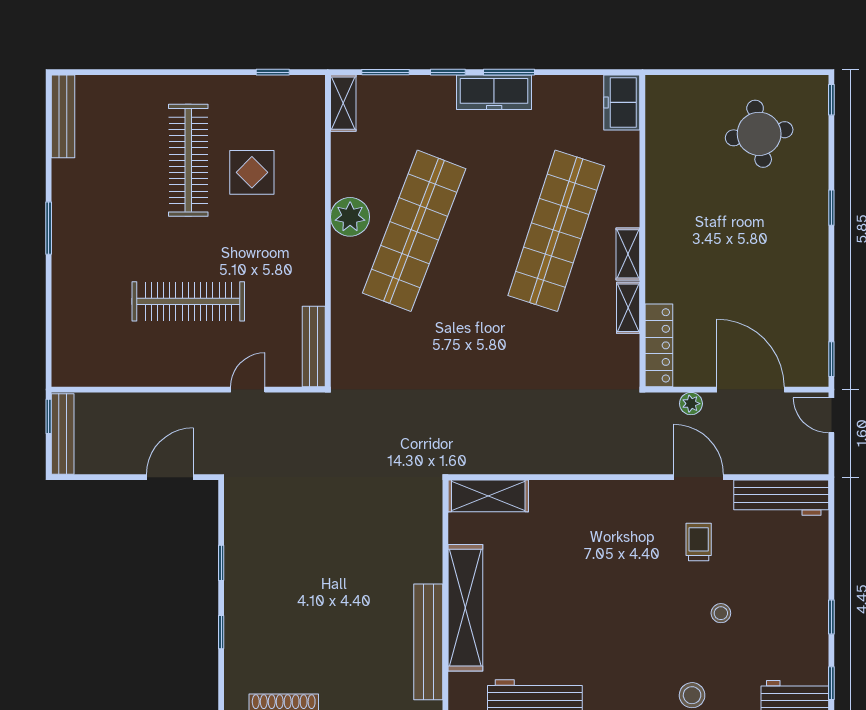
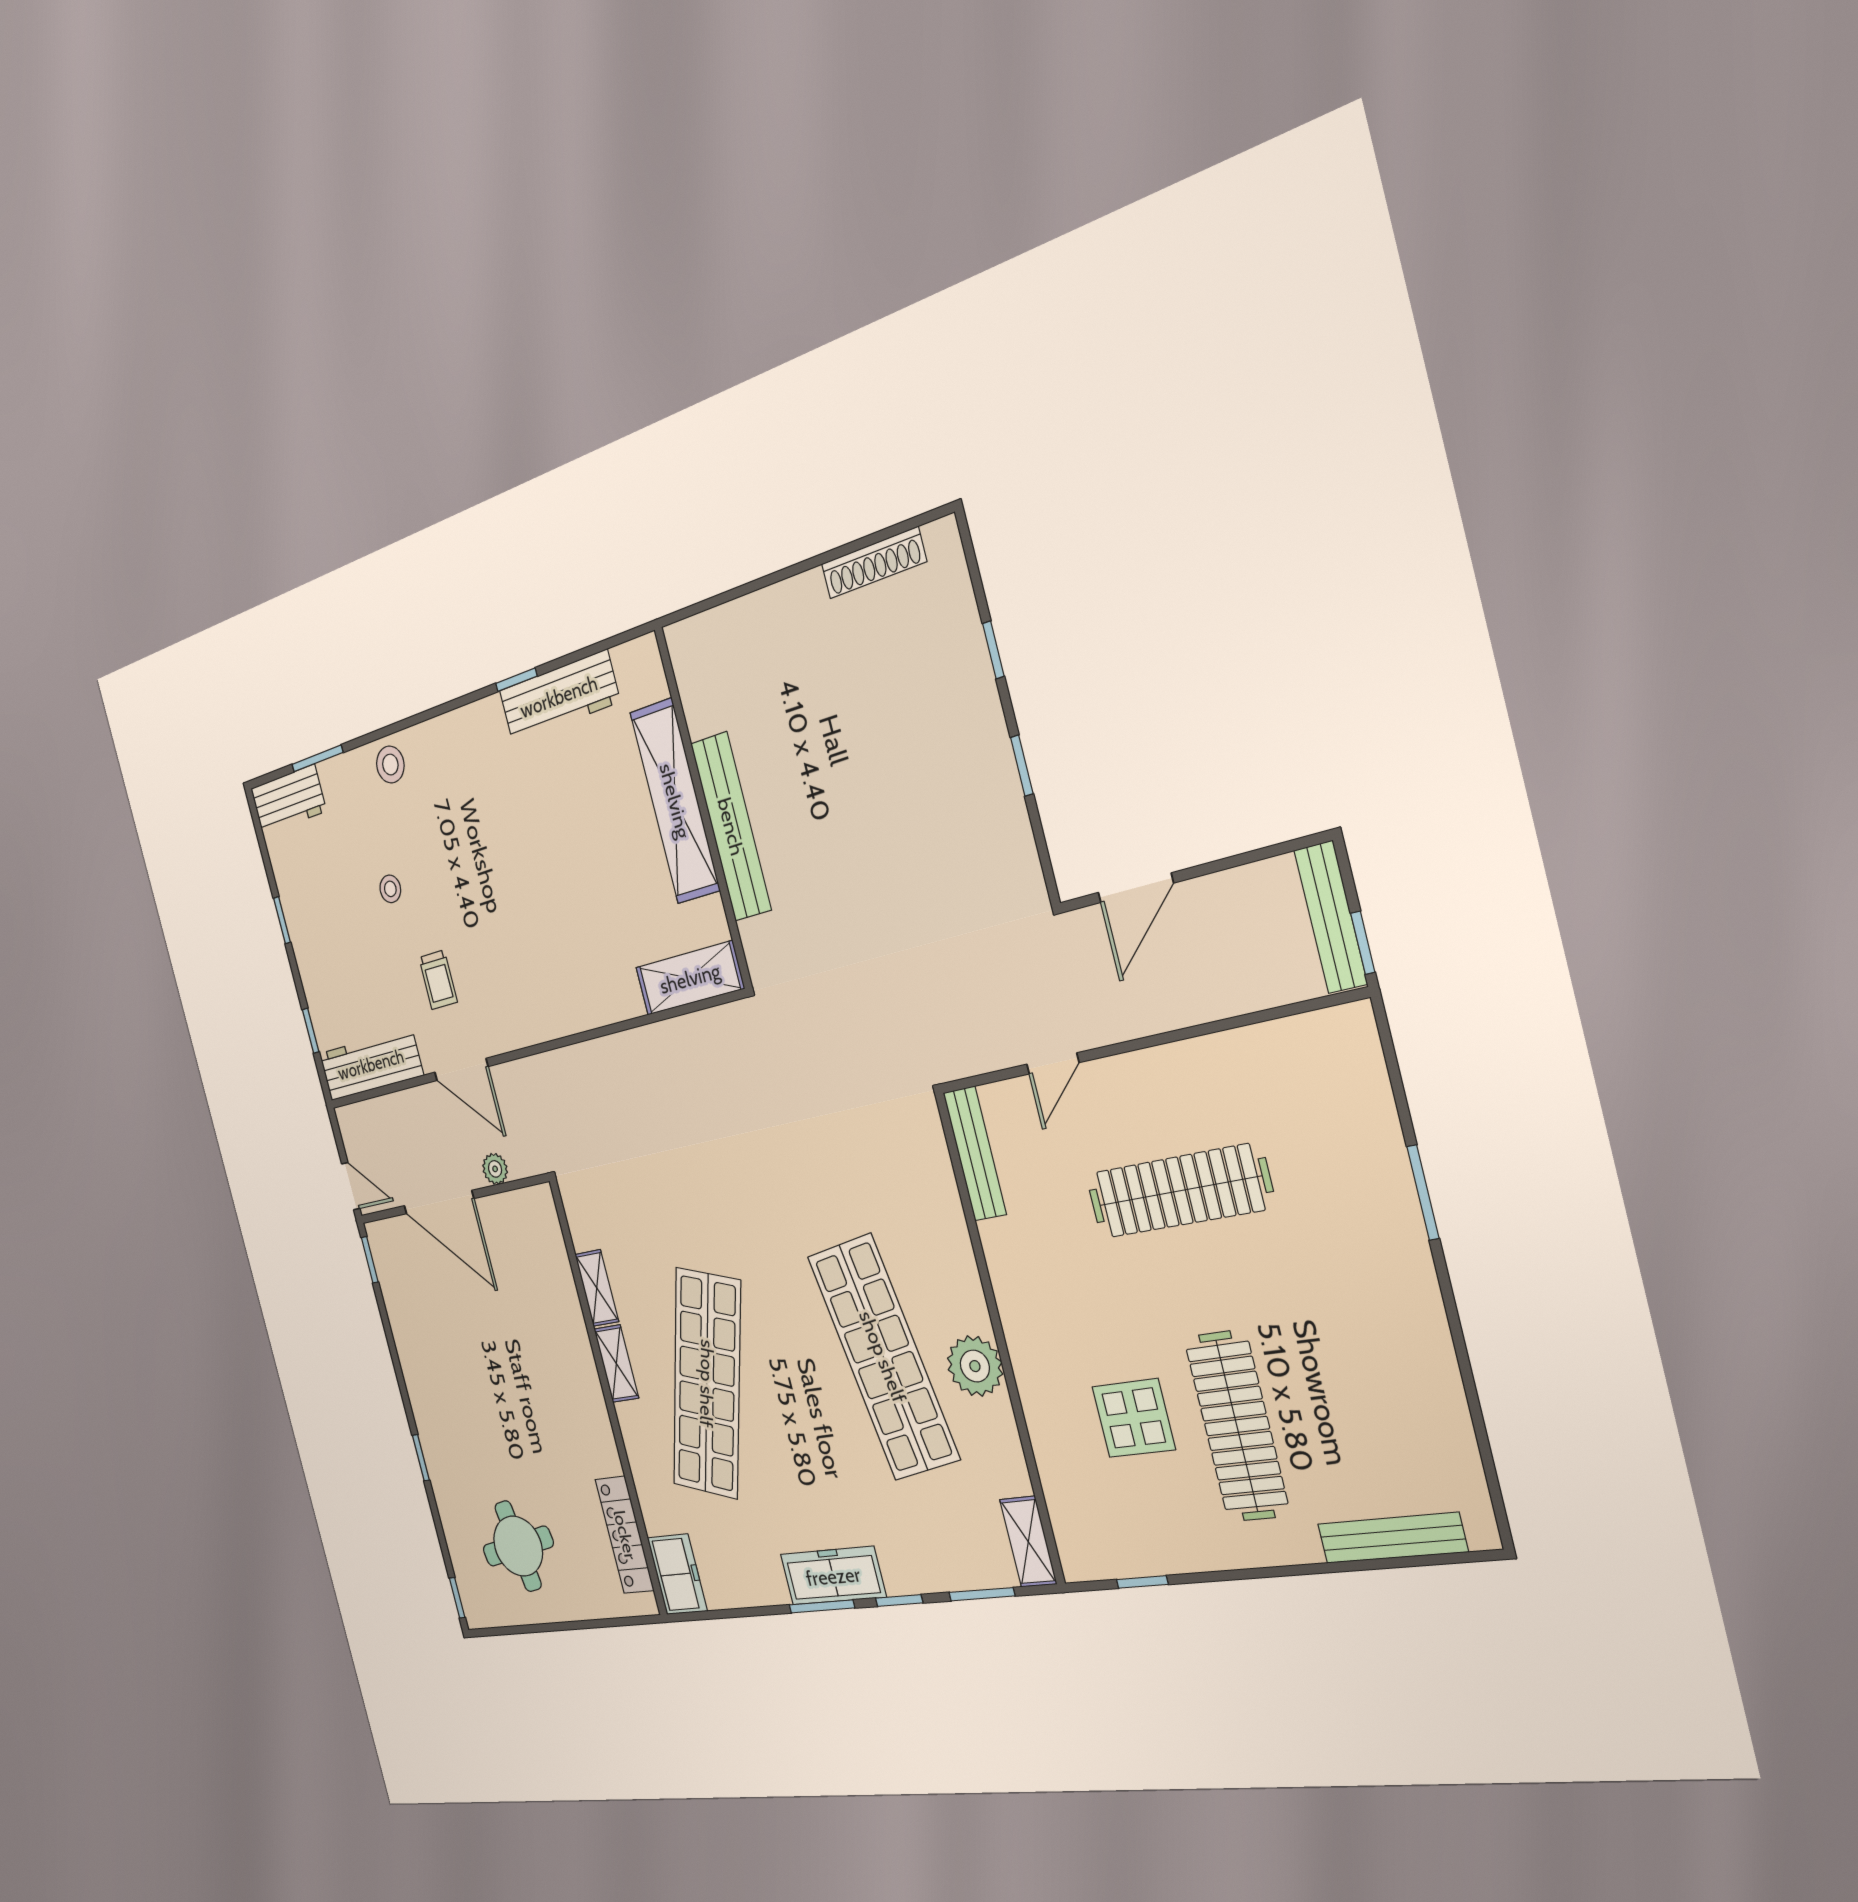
bench: (63, 116) -> (1392, 1538), moved, turned 90
window: (49, 228) -> (1423, 1193), moved
shop shelf: (414, 231) -> (883, 1357), turned -30
locker: (659, 345) -> (625, 1535), moved
bench: (428, 642) -> (731, 827), moved
window: (831, 683) -> (311, 1031), moved

